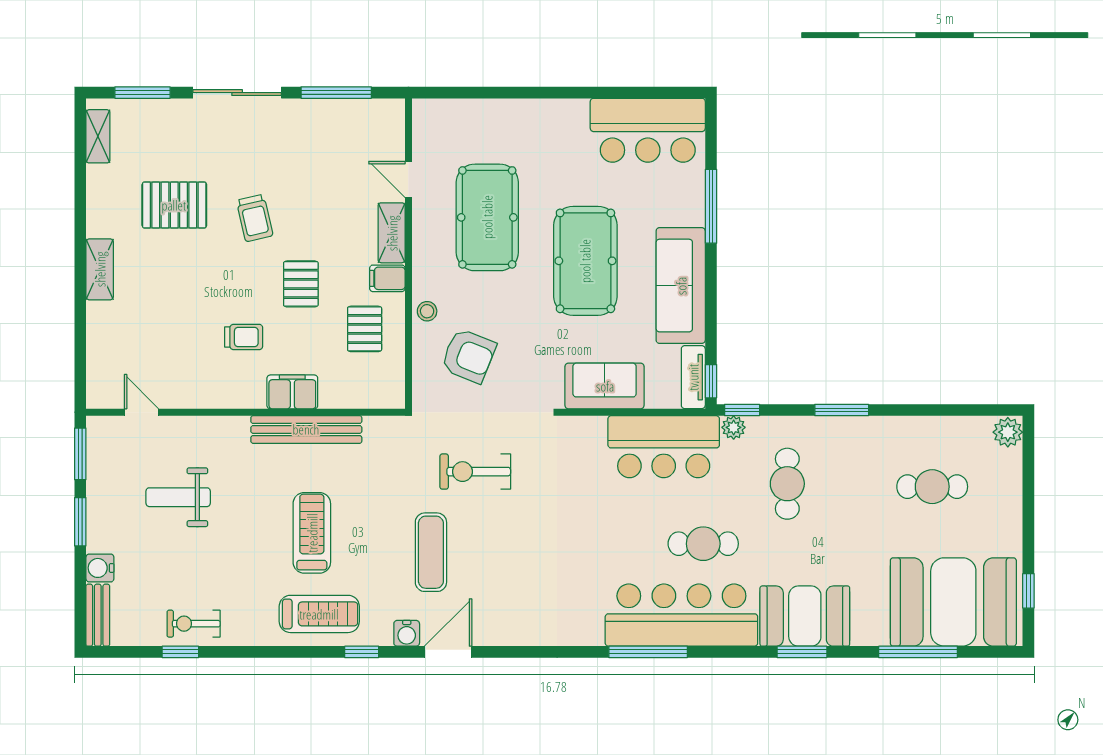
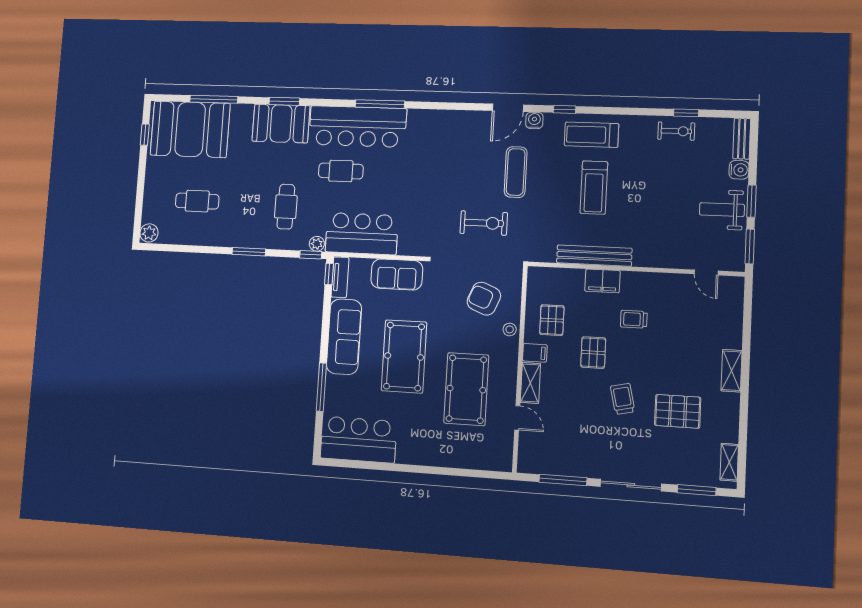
weight bench: (178, 497) -> (722, 210), moved, turned 180

